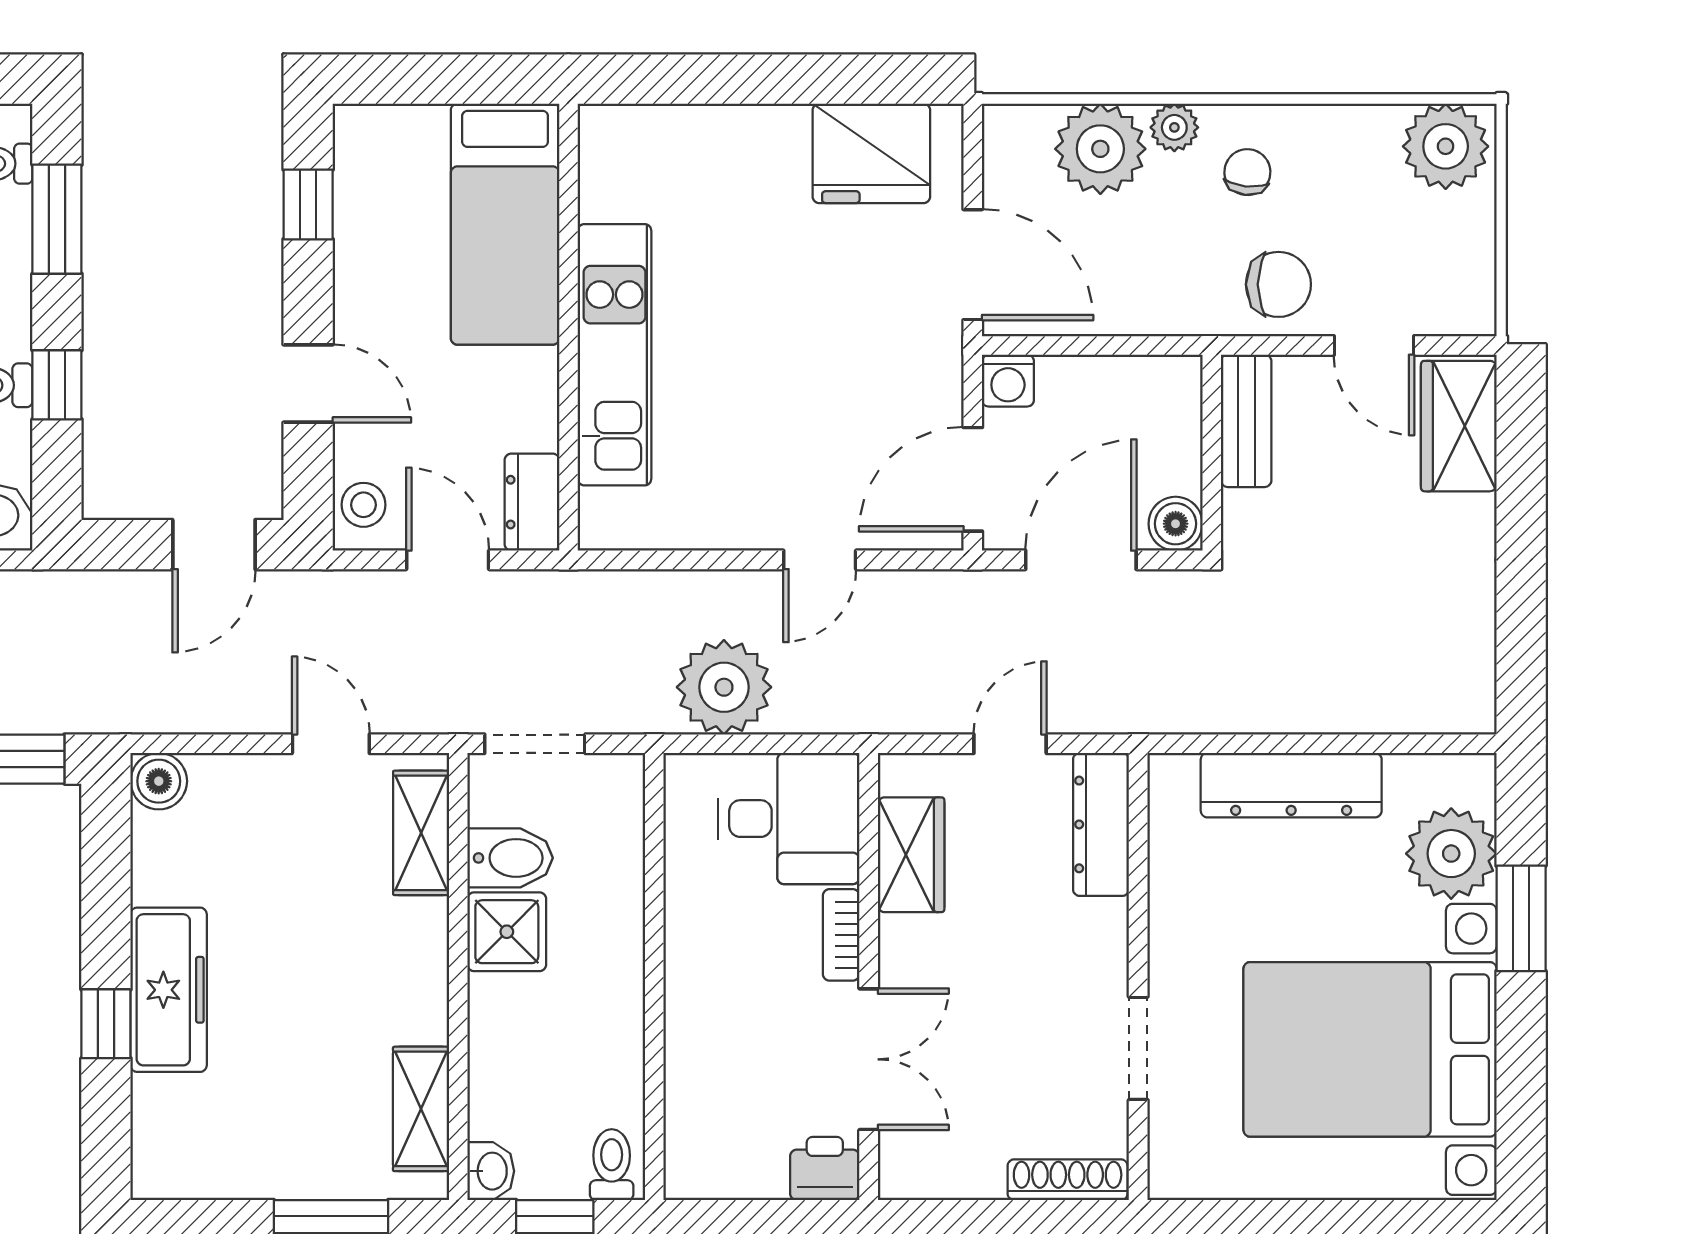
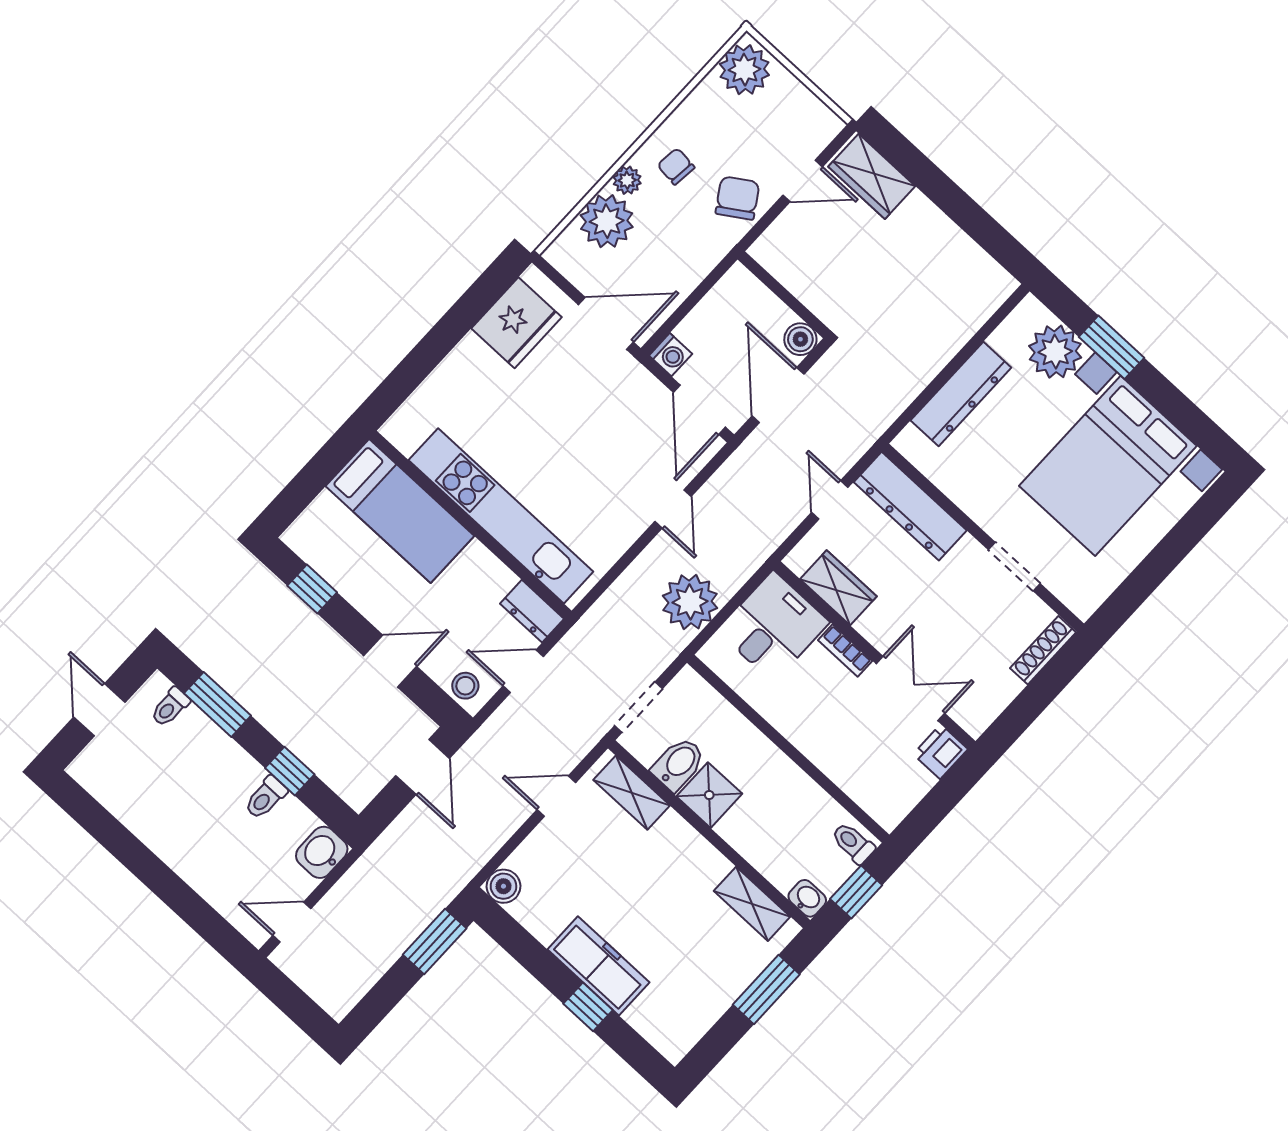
chair: (1278, 284) -> (737, 198), turned -33
kitchen unit: (614, 355) -> (501, 516), width x1.36
bench: (1246, 421) -> (784, 267), removed
dresser: (1101, 824) -> (910, 506), width x1.37, depth x1.24

